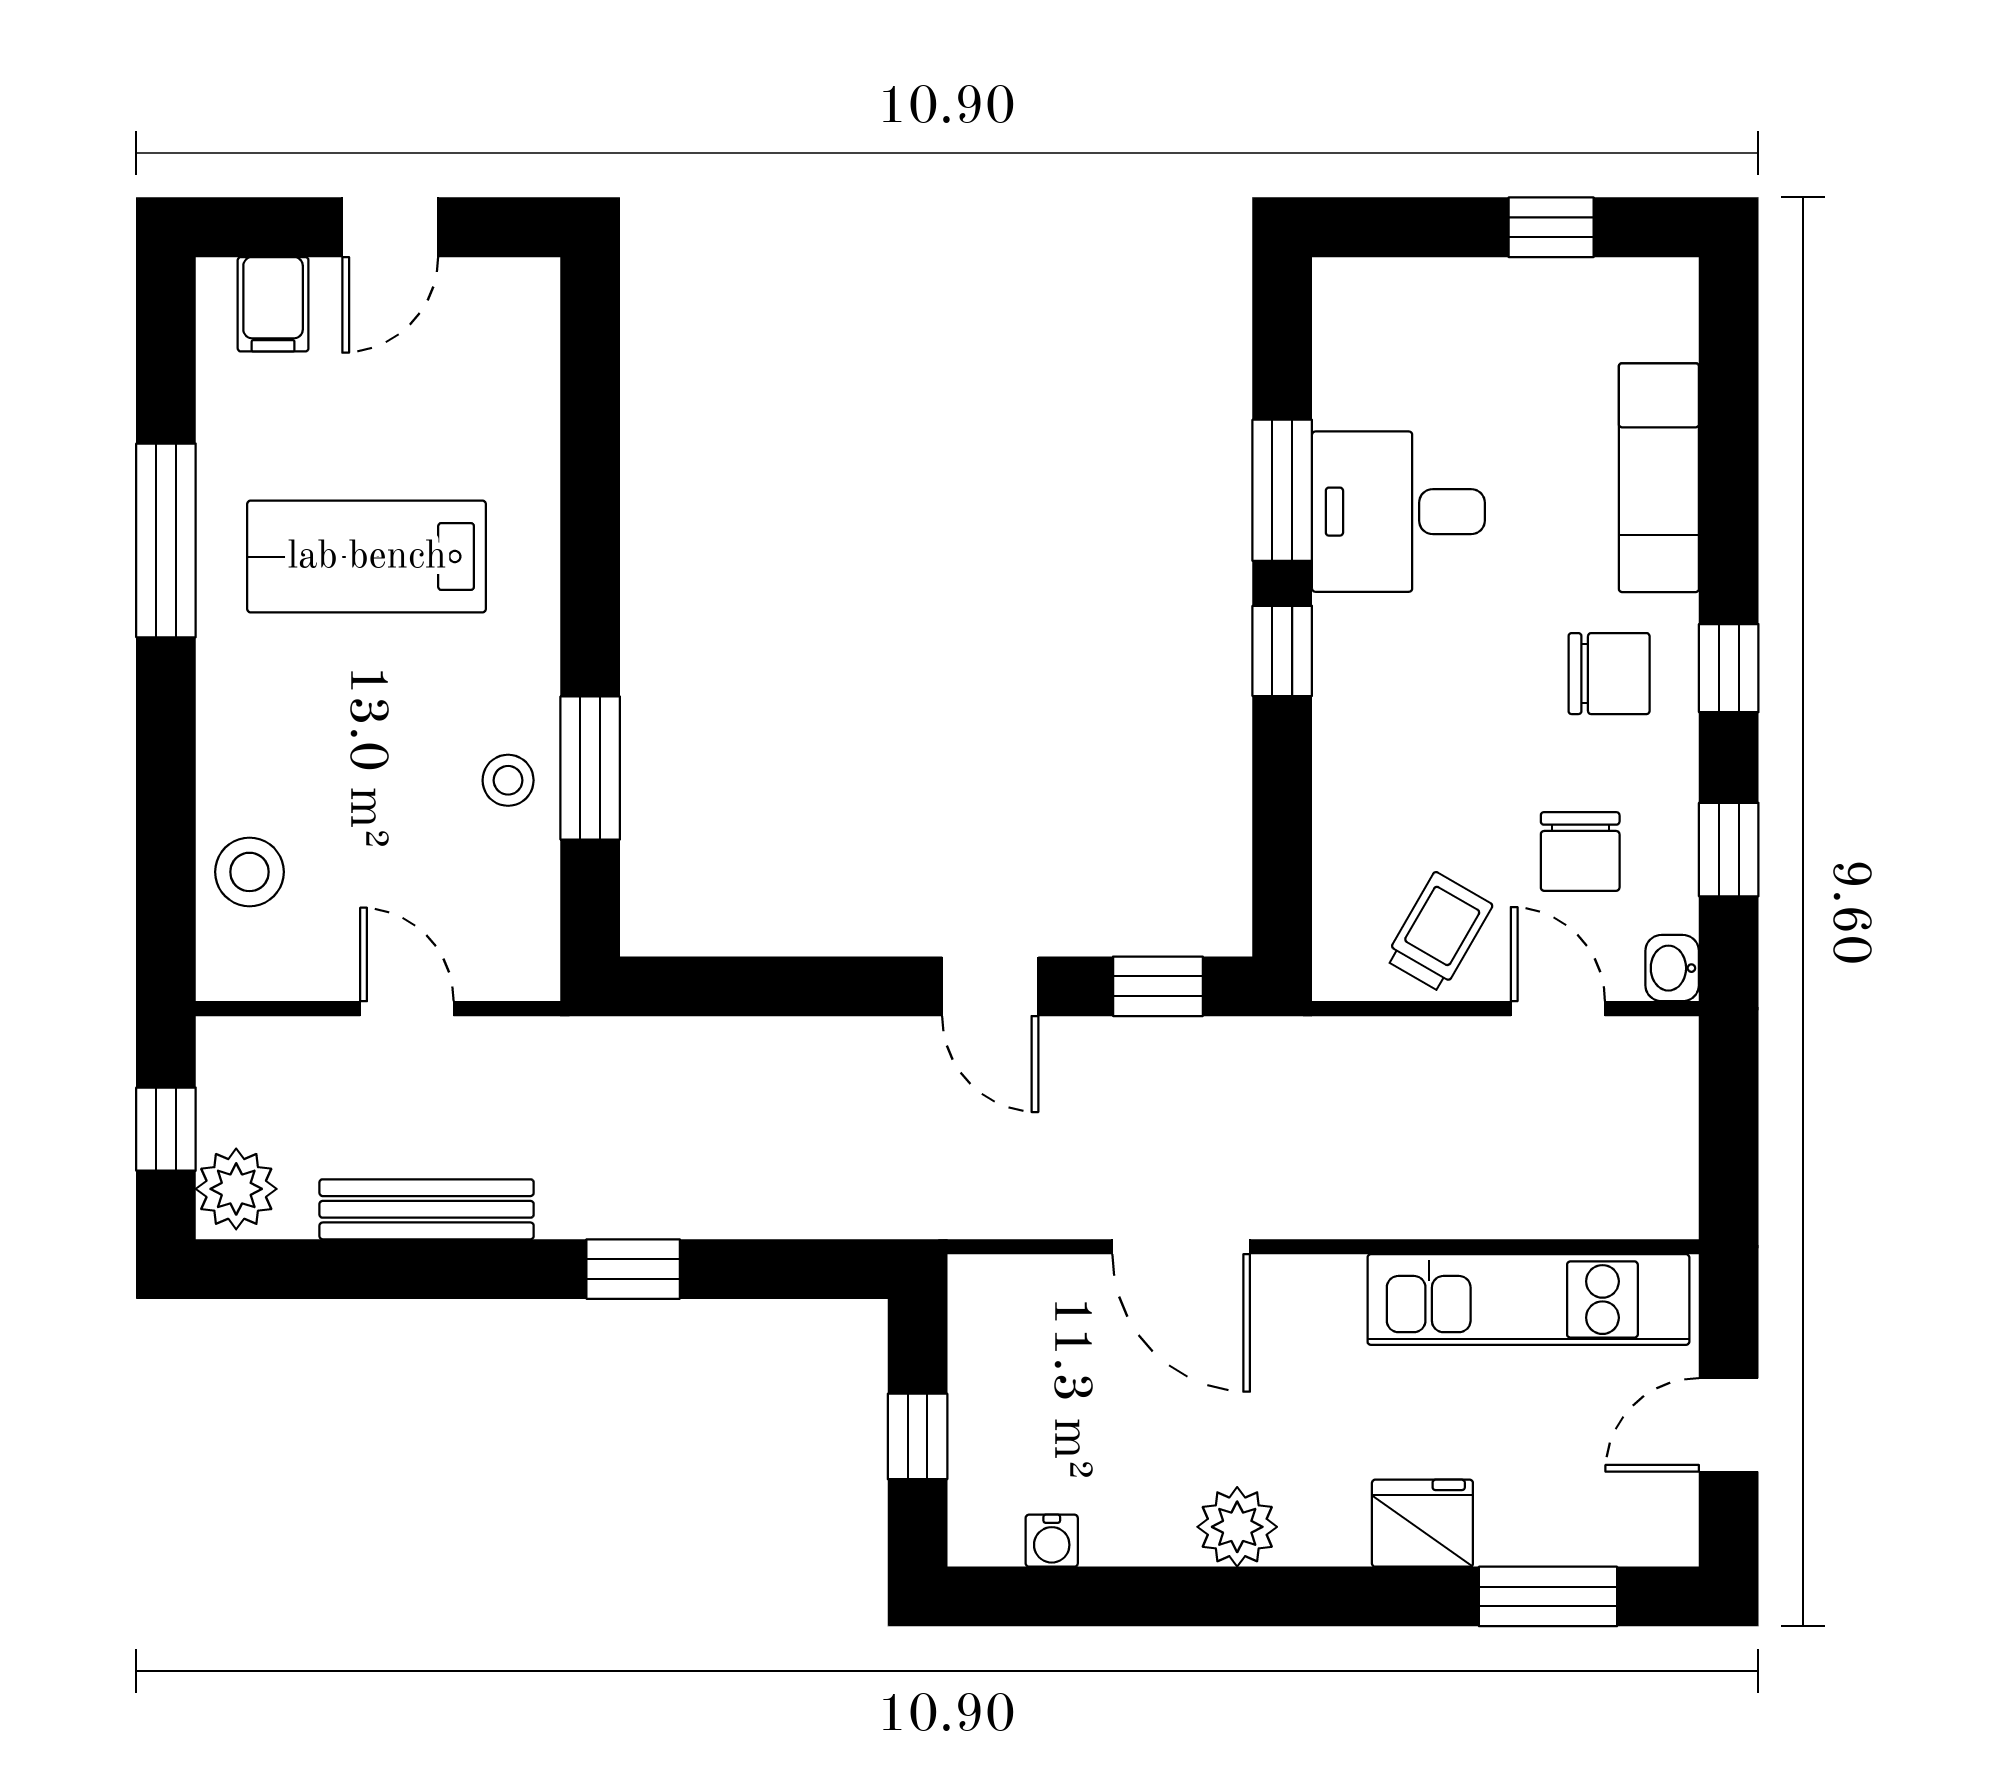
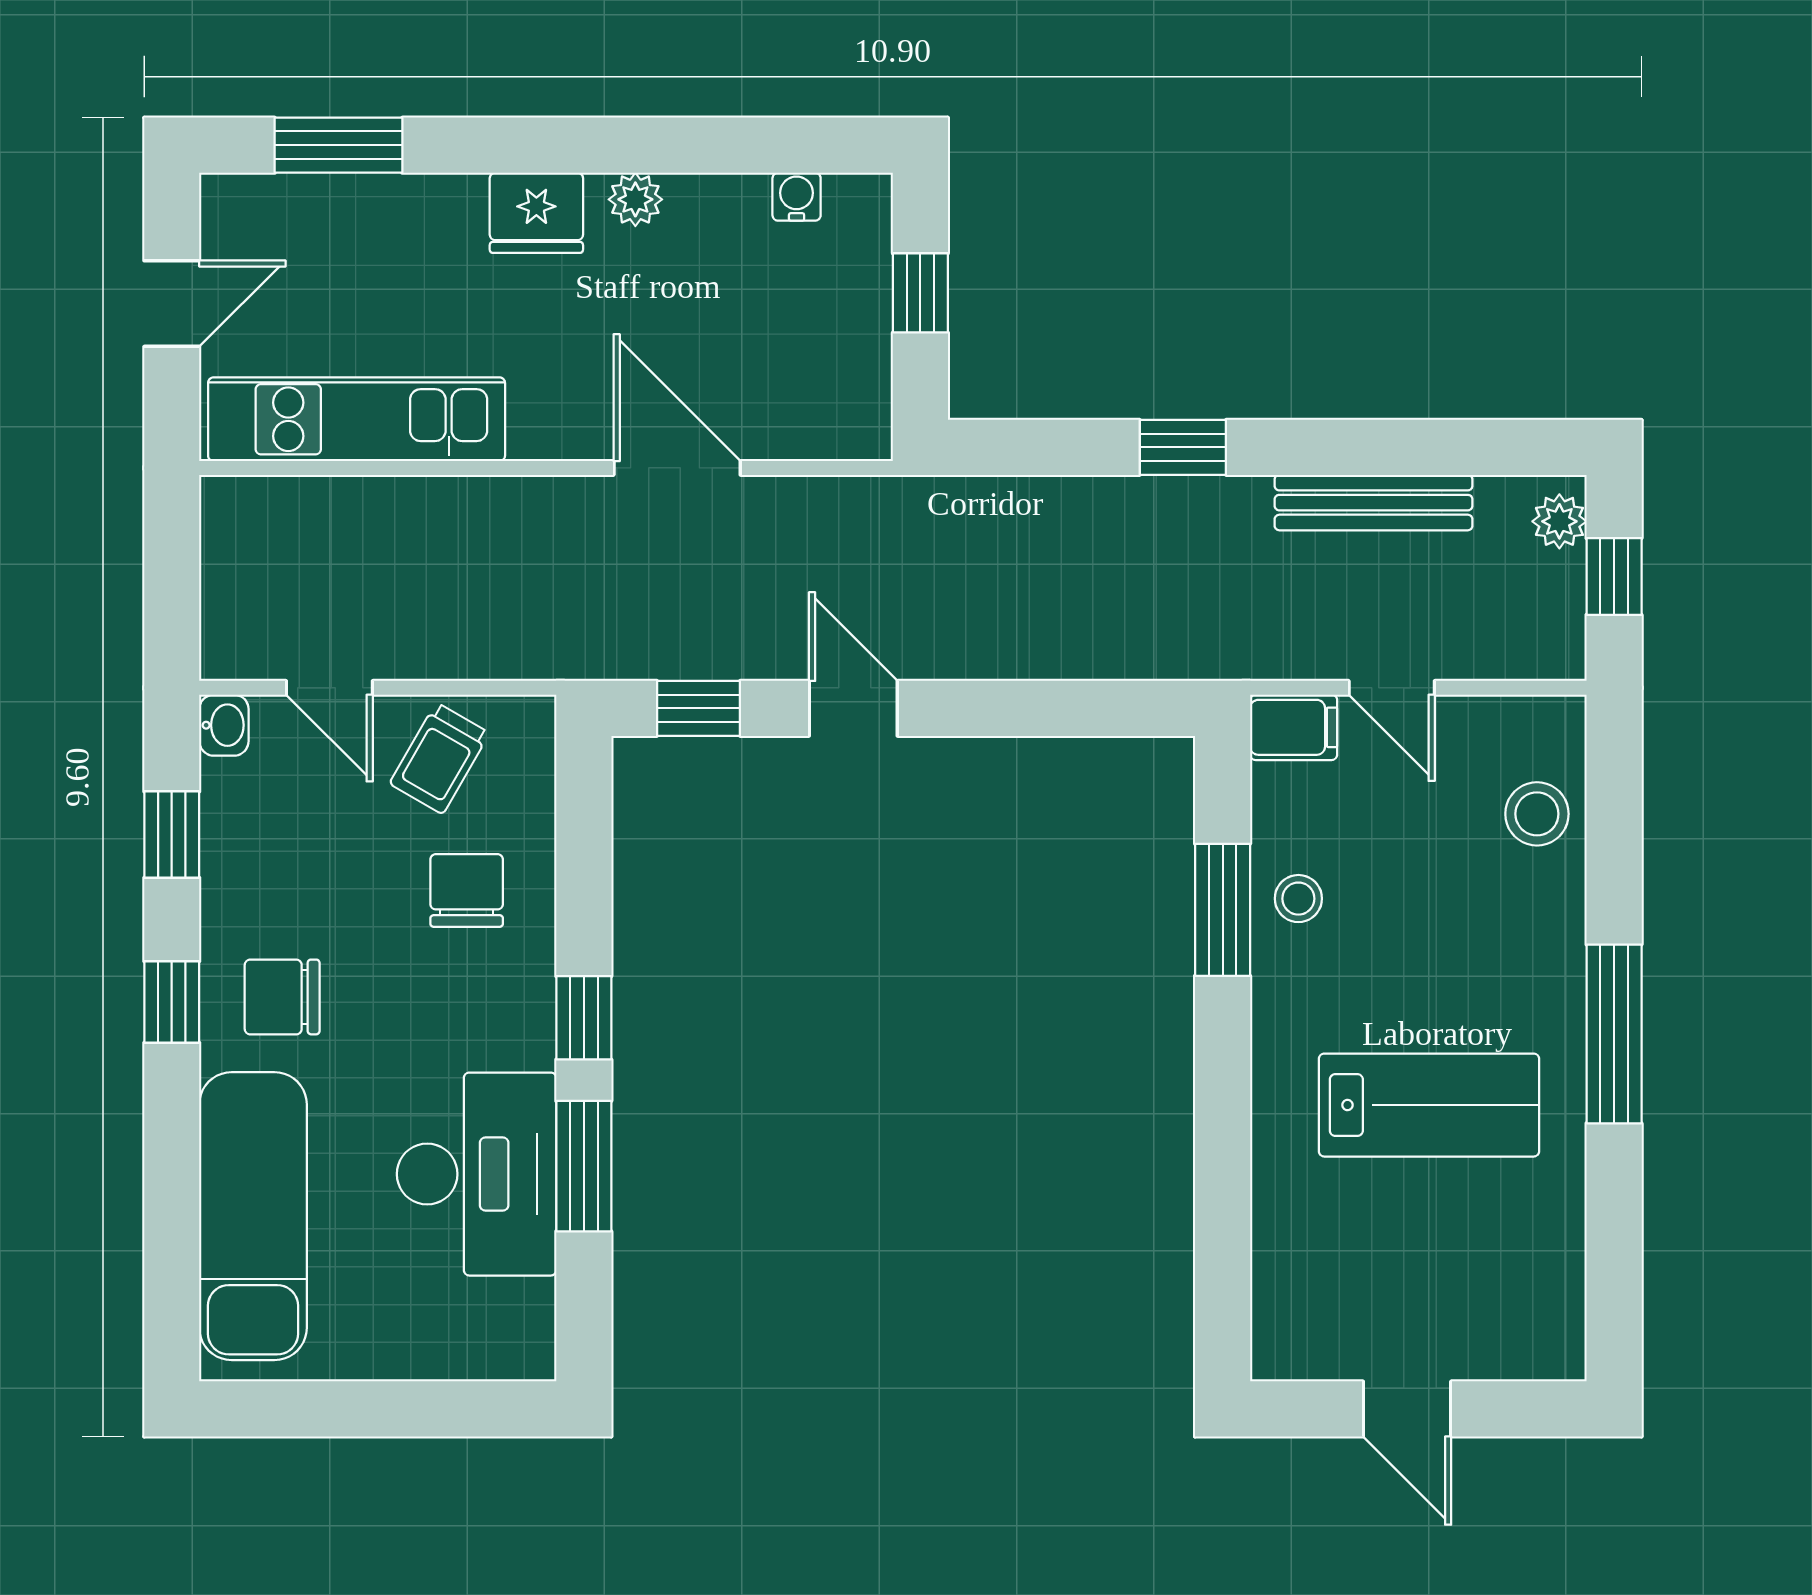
door: (390, 227) -> (1407, 1409), swing flipped
window: (1551, 227) -> (336, 1409), removed
filing cabinet: (273, 304) -> (1294, 727), moved, turned 90
exam couch: (1659, 478) -> (253, 1216), width x1.36, depth x1.45
desk: (1398, 512) -> (477, 1174), width x1.37
window: (166, 540) -> (1614, 1034), moved
chair: (1580, 851) -> (467, 890), moved
plant: (236, 1189) -> (1559, 521), width x0.73, depth x0.73
fridge: (1422, 1523) -> (536, 213), moved
plant: (1237, 1527) -> (635, 199), width x0.73, depth x0.73

